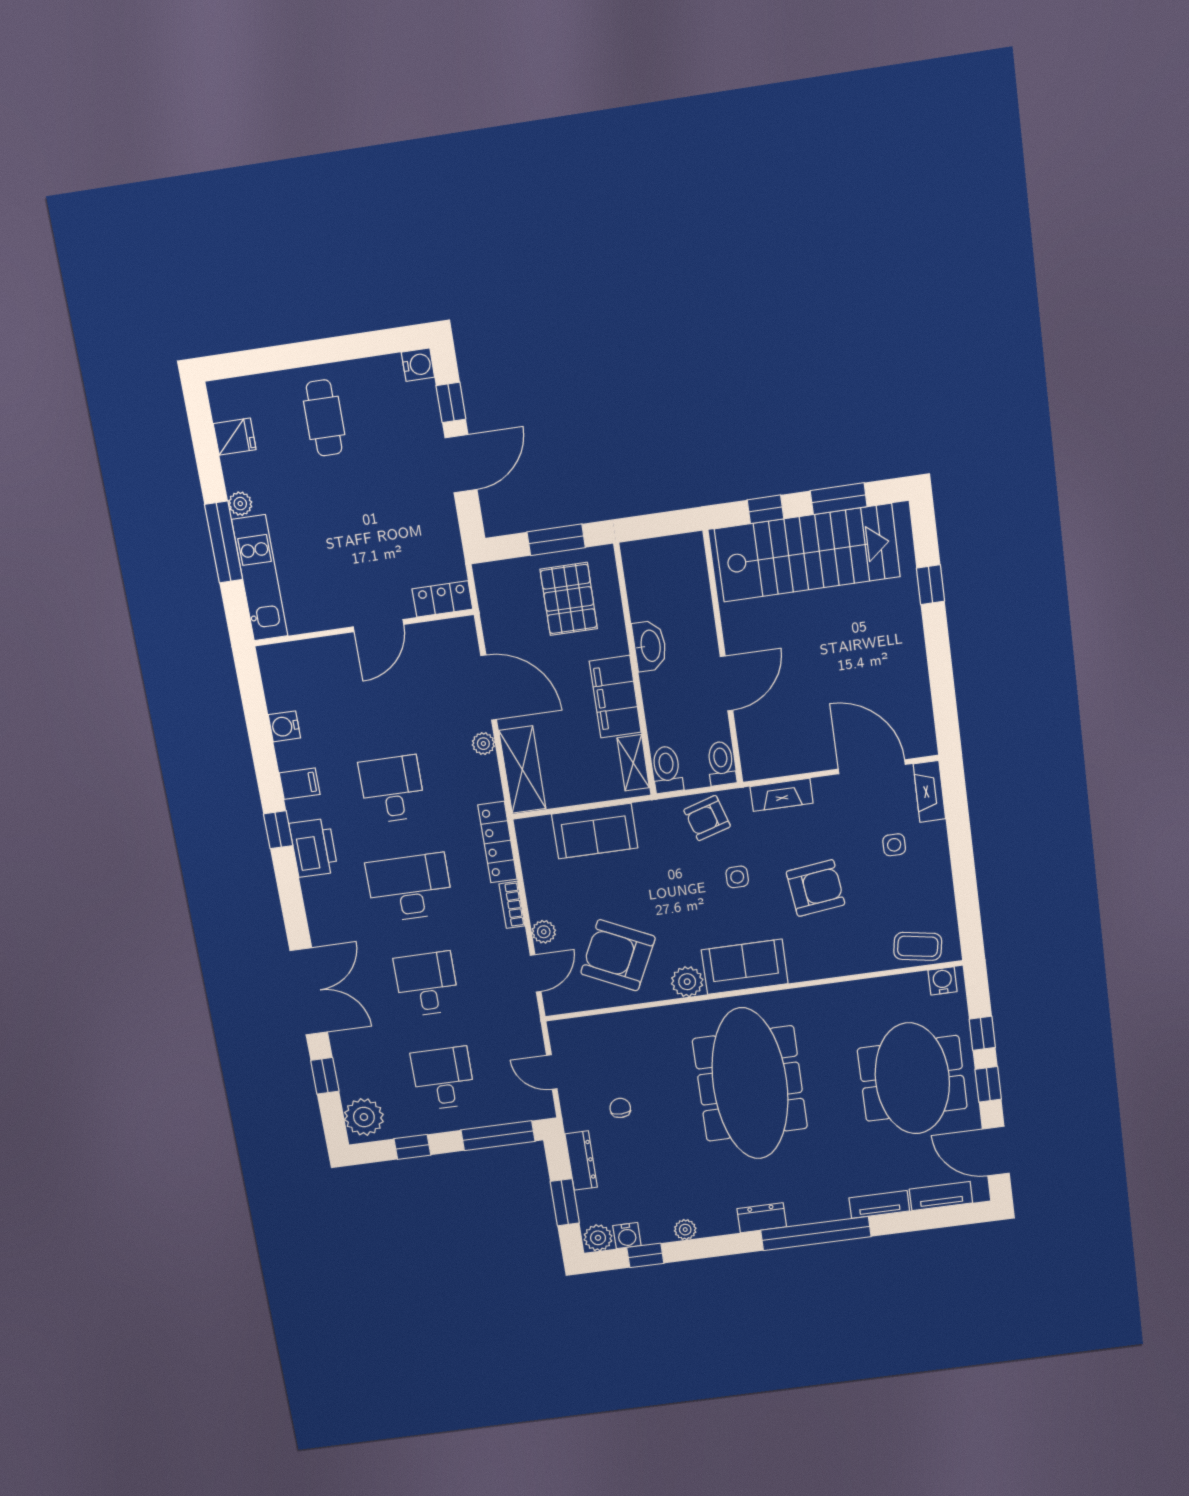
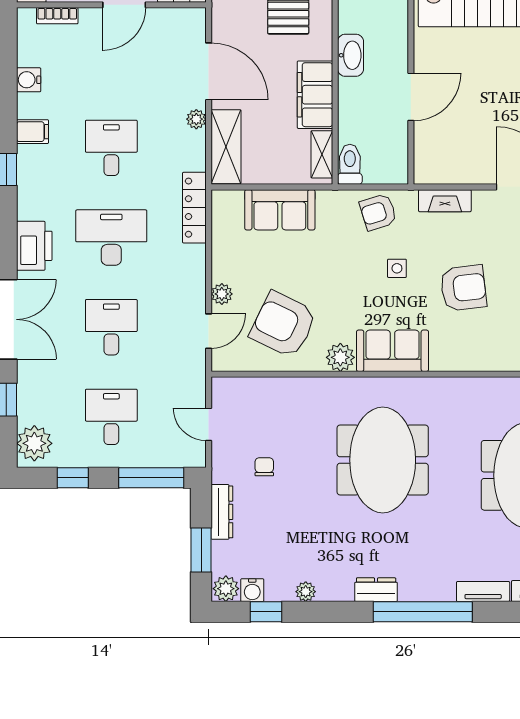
toilet: (721, 763) -> (397, 166), removed
printer: (314, 848) -> (34, 246), moved
bookcase: (512, 905) -> (57, 16), moved, turned -90
meeting table: (750, 1084) -> (383, 460), width x0.73

